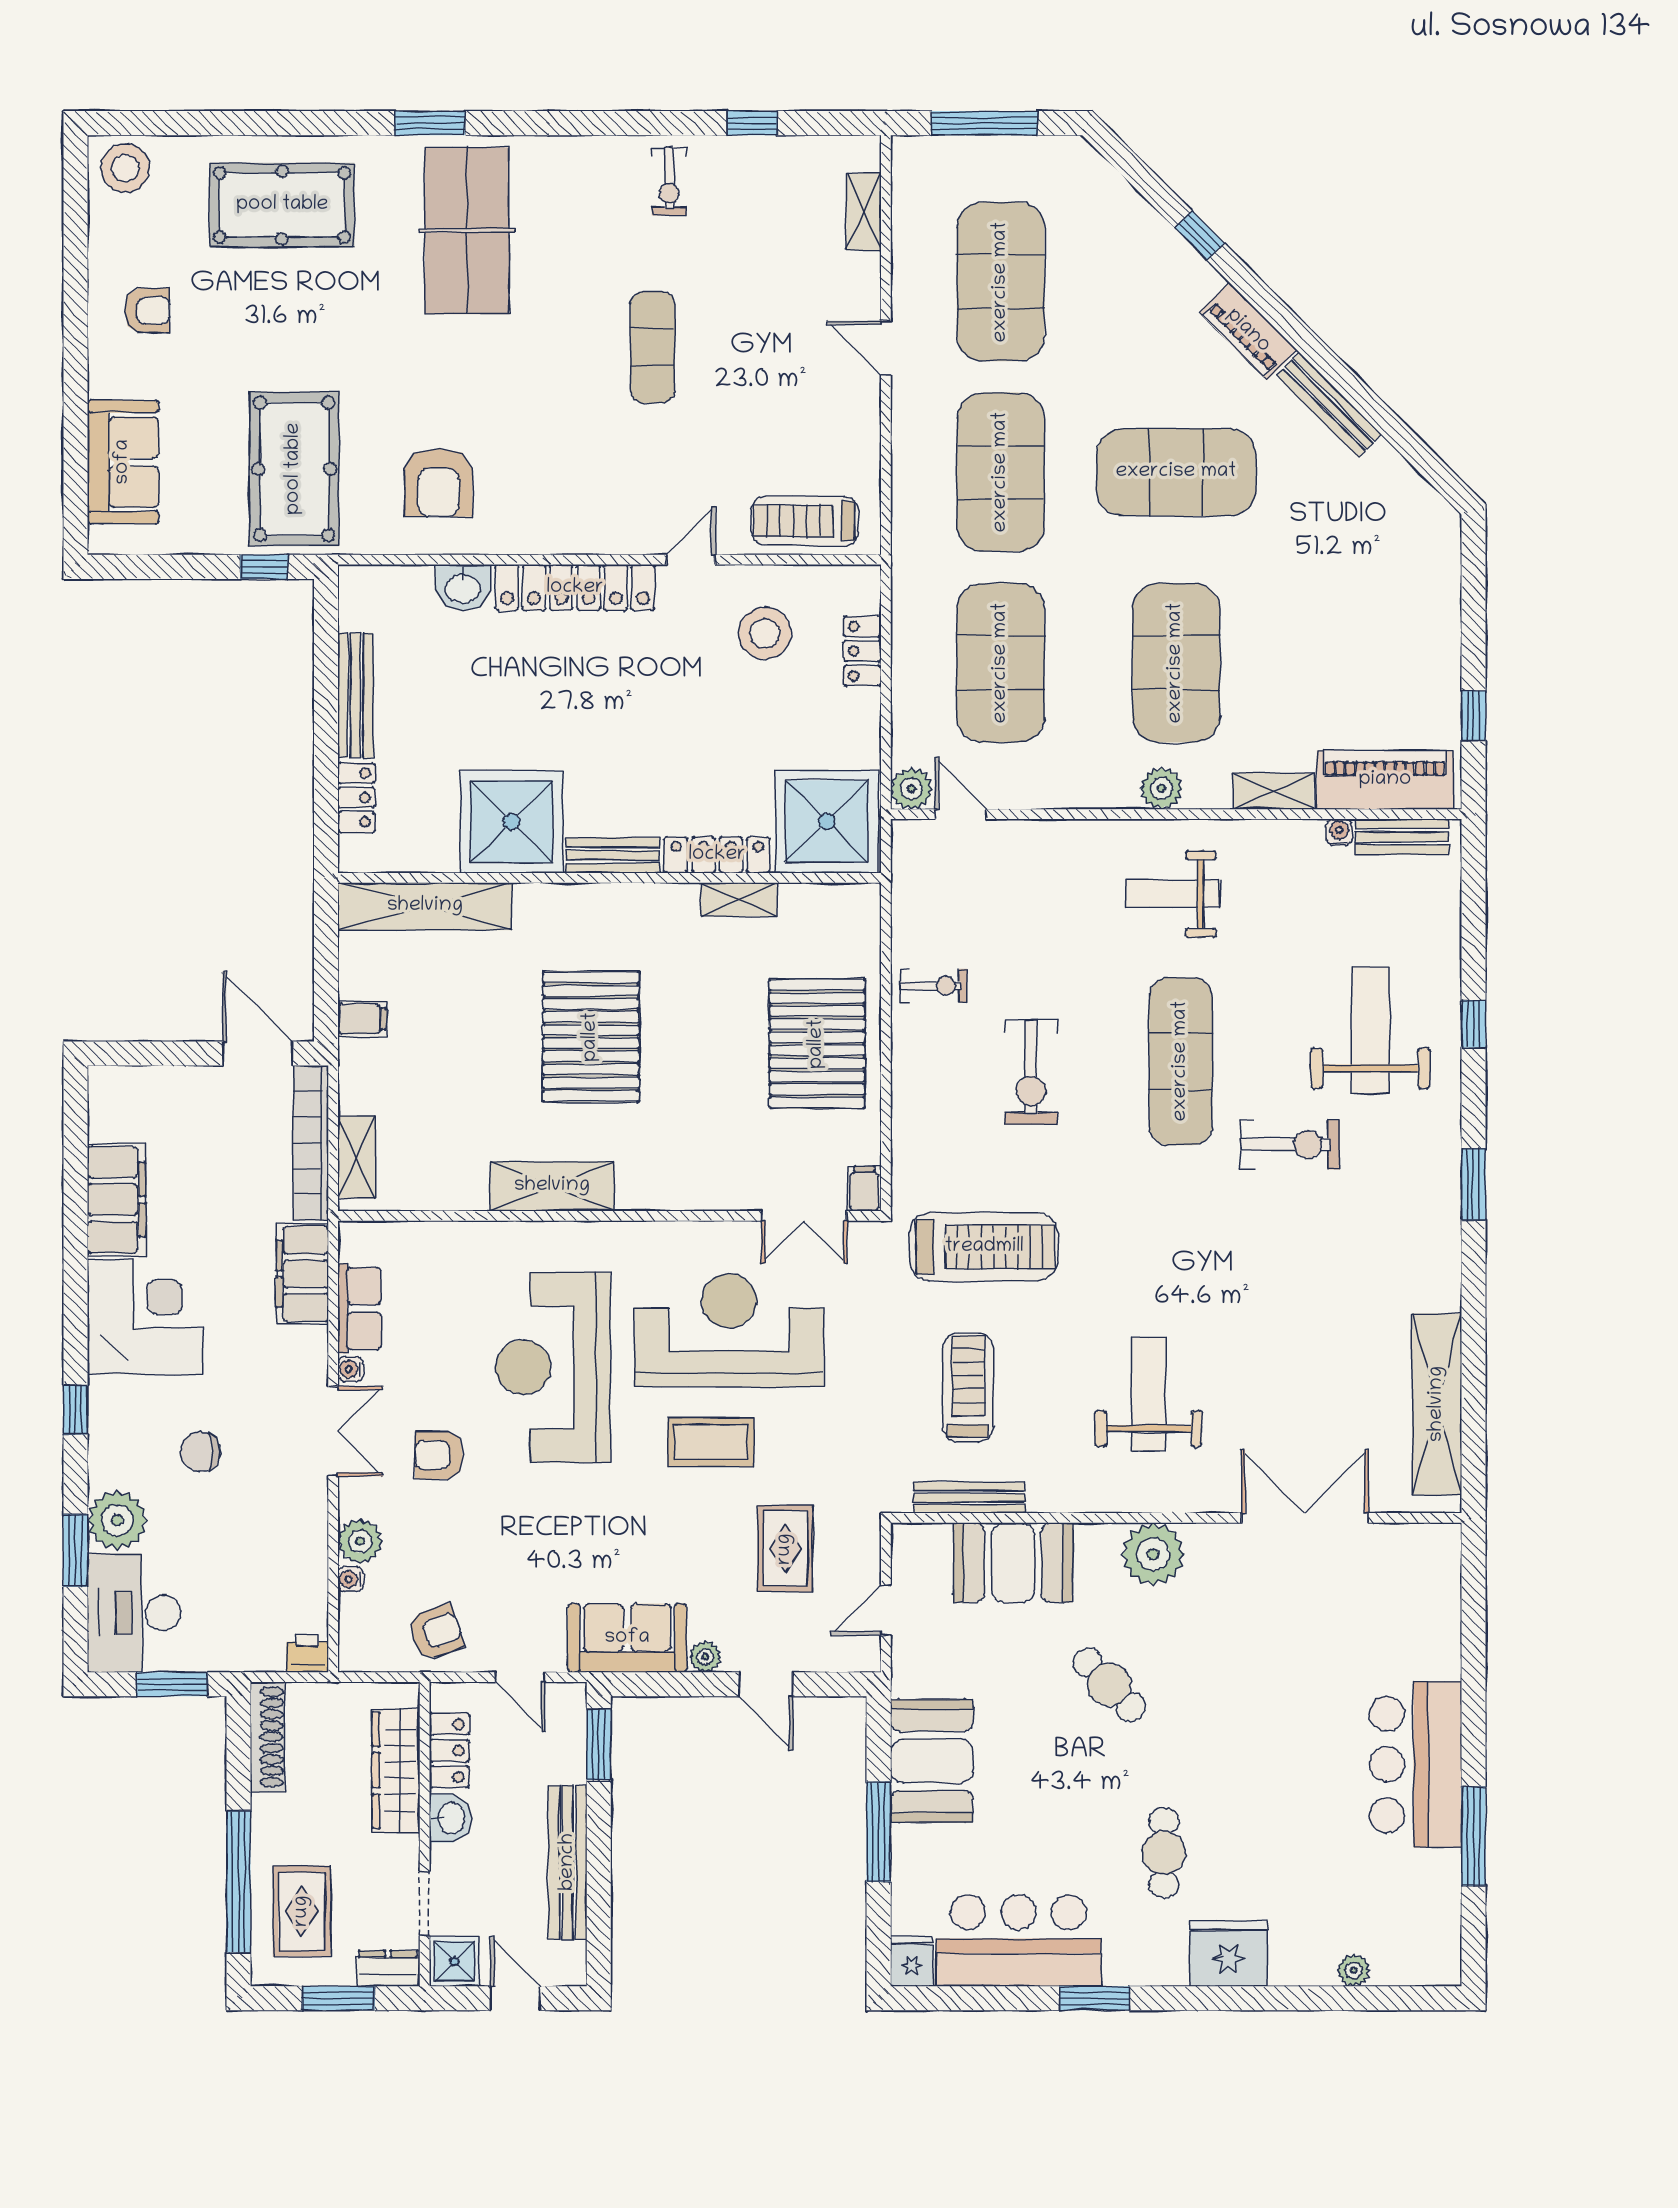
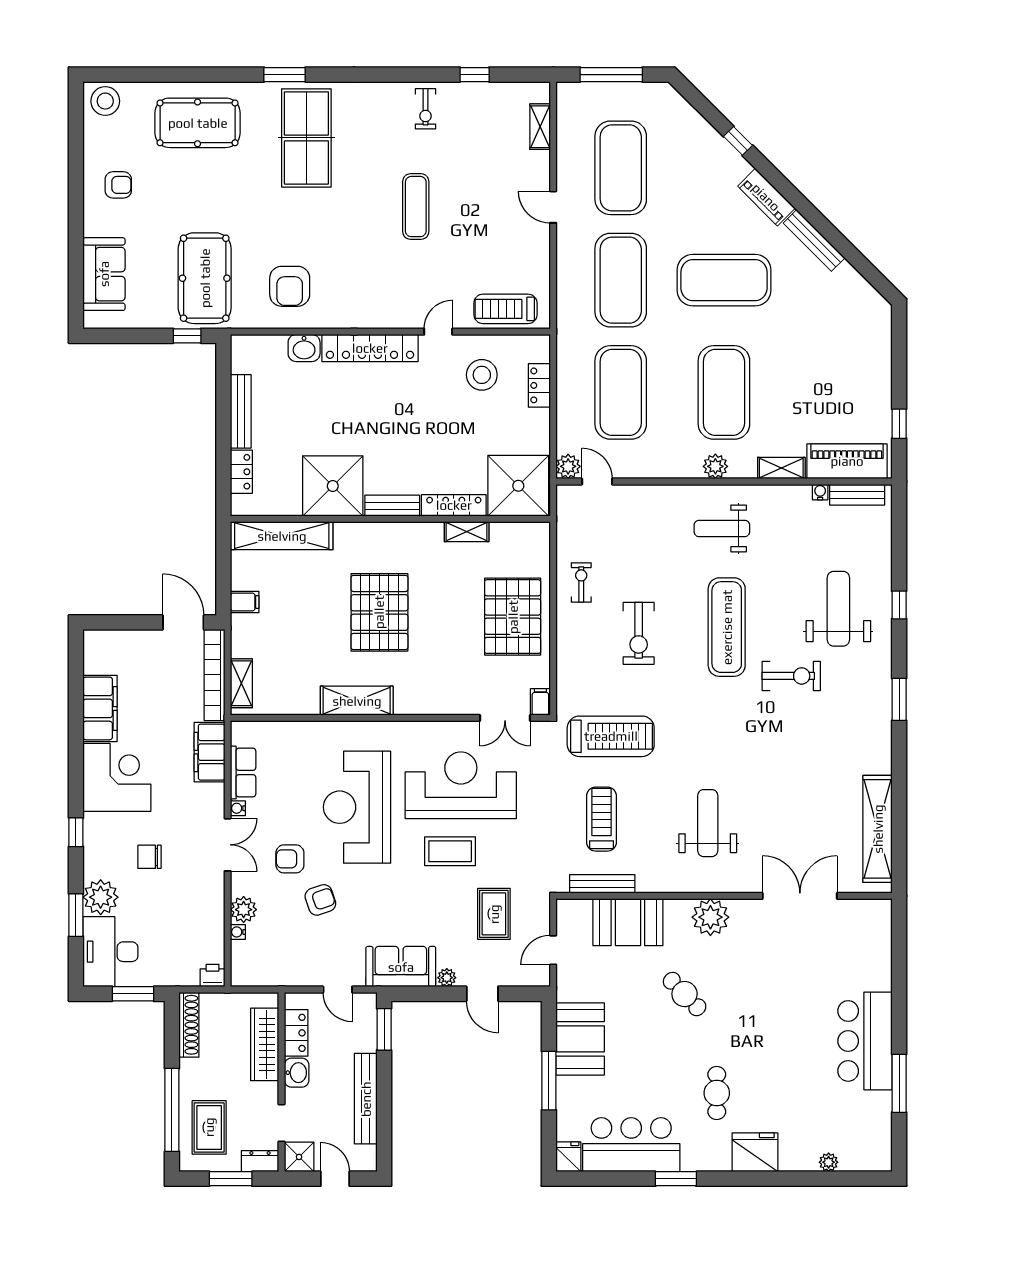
exercise bike: (934, 986) -> (581, 583), turned -90
armchair: (436, 1632) -> (320, 900), moved

